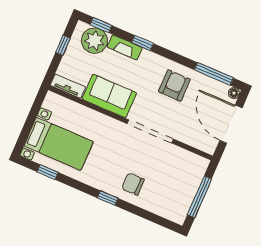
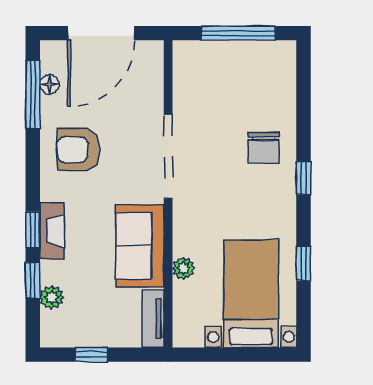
window: (101, 25) -> (33, 280), moved
plant: (94, 41) -> (52, 297), width x0.53, depth x0.53
fireplace: (125, 47) -> (52, 231), moved
floor lamp: (234, 93) -> (49, 84), moved
plant: (88, 114) -> (183, 268), added
window: (48, 172) -> (304, 264), moved

